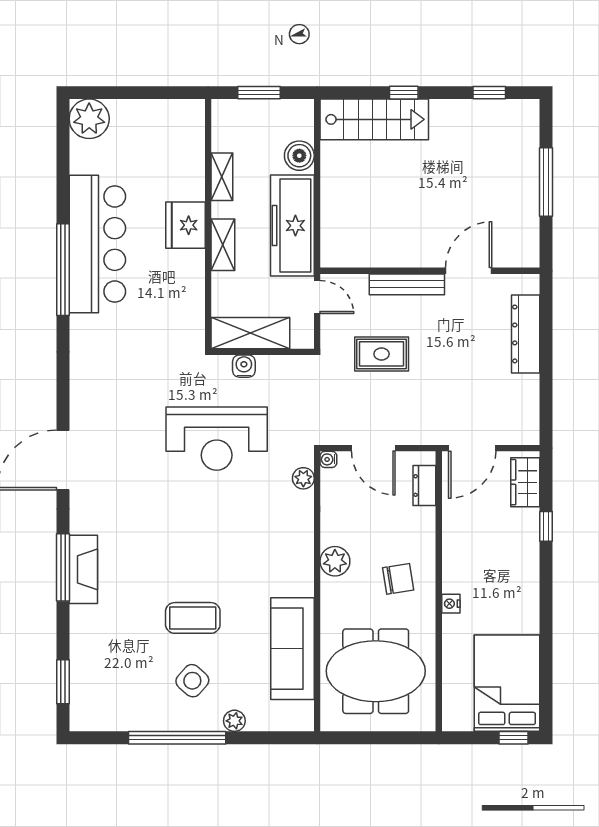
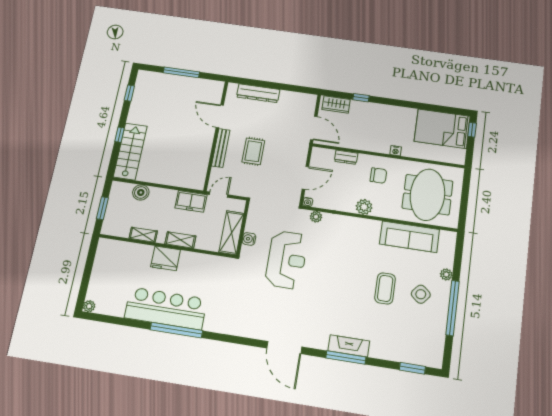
plant: (89, 119) -> (89, 306), width x0.53, depth x0.53
freezer: (292, 226) -> (191, 201), width x0.52, depth x0.79
rug: (382, 354) -> (253, 151), moved
dresser: (424, 486) -> (346, 157), moved
chair: (398, 579) -> (378, 176), turned 99

